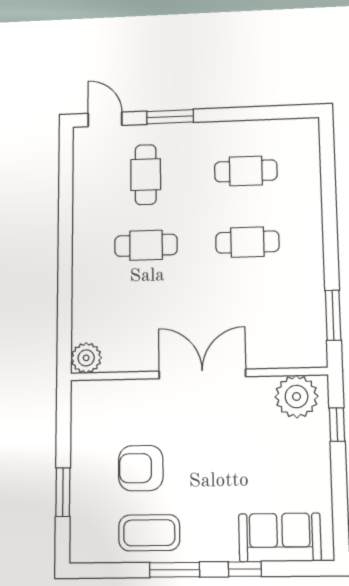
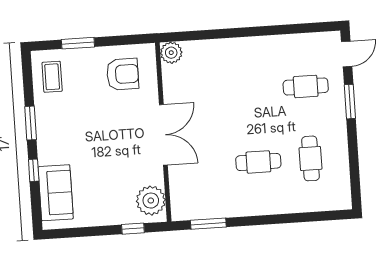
cafe table: (247, 242) -> (258, 162), turned 90
cafe table: (146, 245) -> (254, 90), removed
armchair: (141, 468) -> (123, 74), moved, turned 90
coffee table: (149, 533) -> (52, 77), moved, width x0.73, depth x0.77

